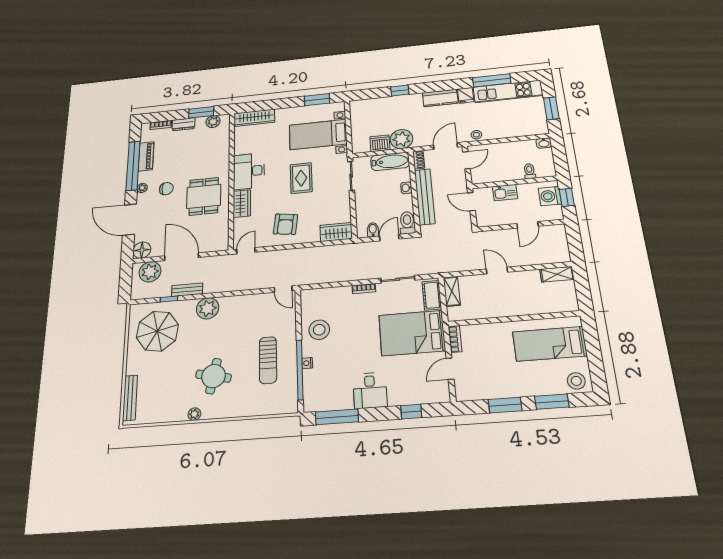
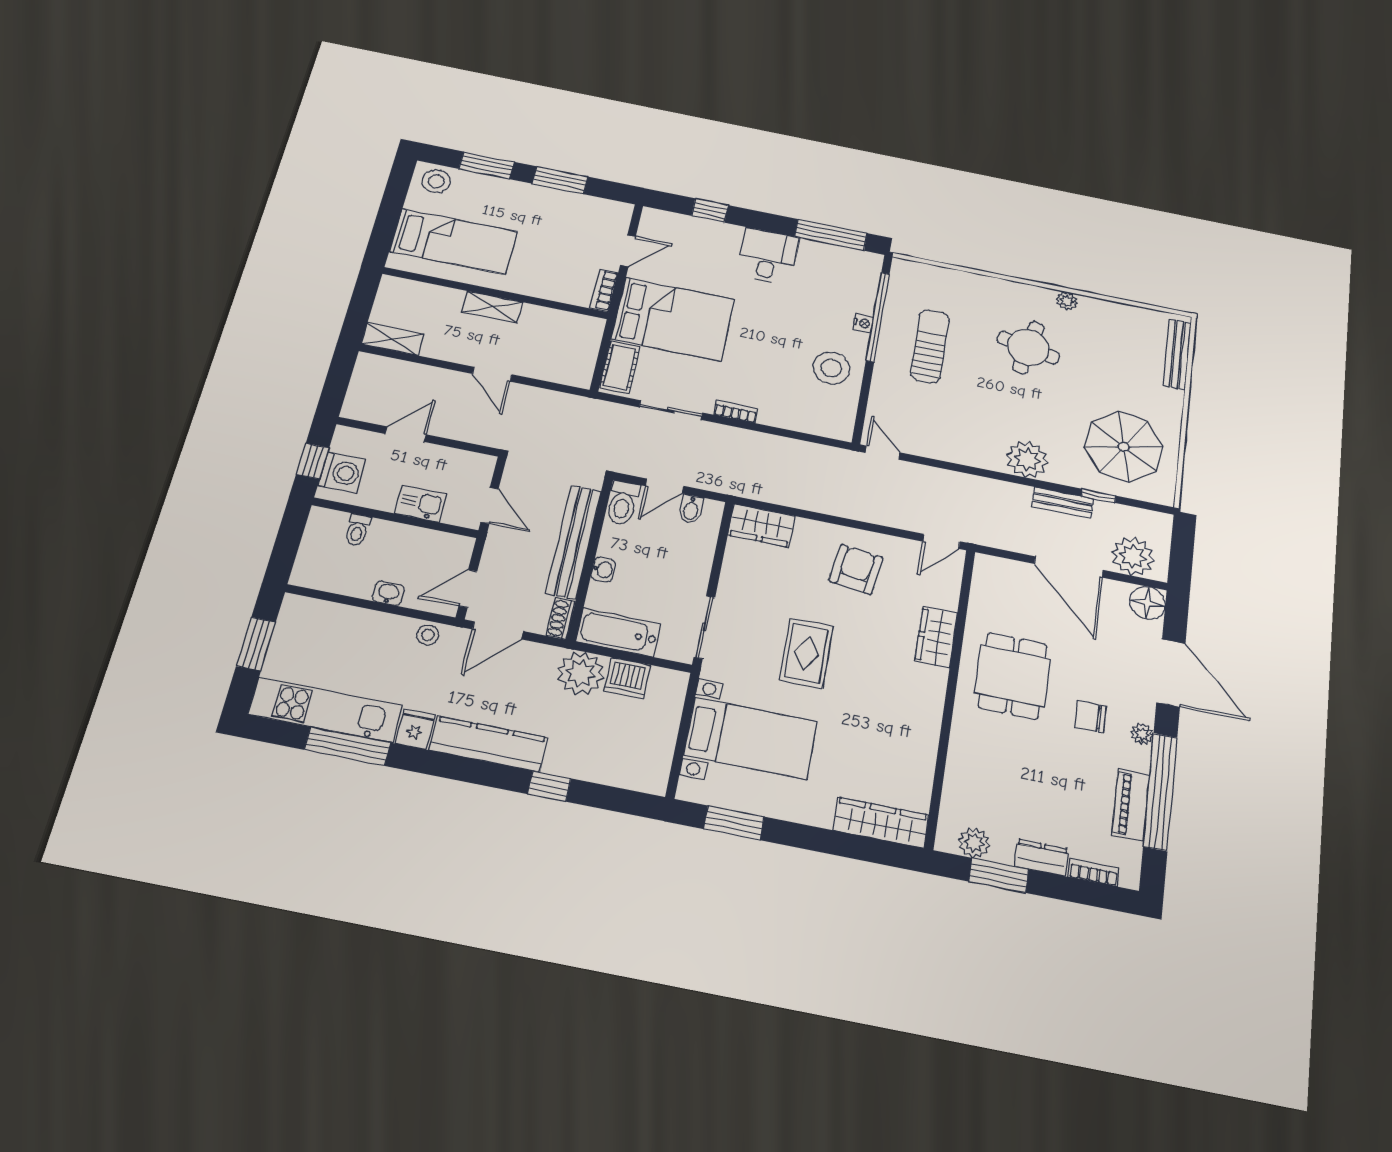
kitchen counter: (440, 98) -> (489, 744), width x1.50
washbasin: (544, 143) -> (388, 593), moved
desk: (249, 171) -> (911, 701), removed
shelving: (452, 291) -> (492, 307), moved, turned 90

